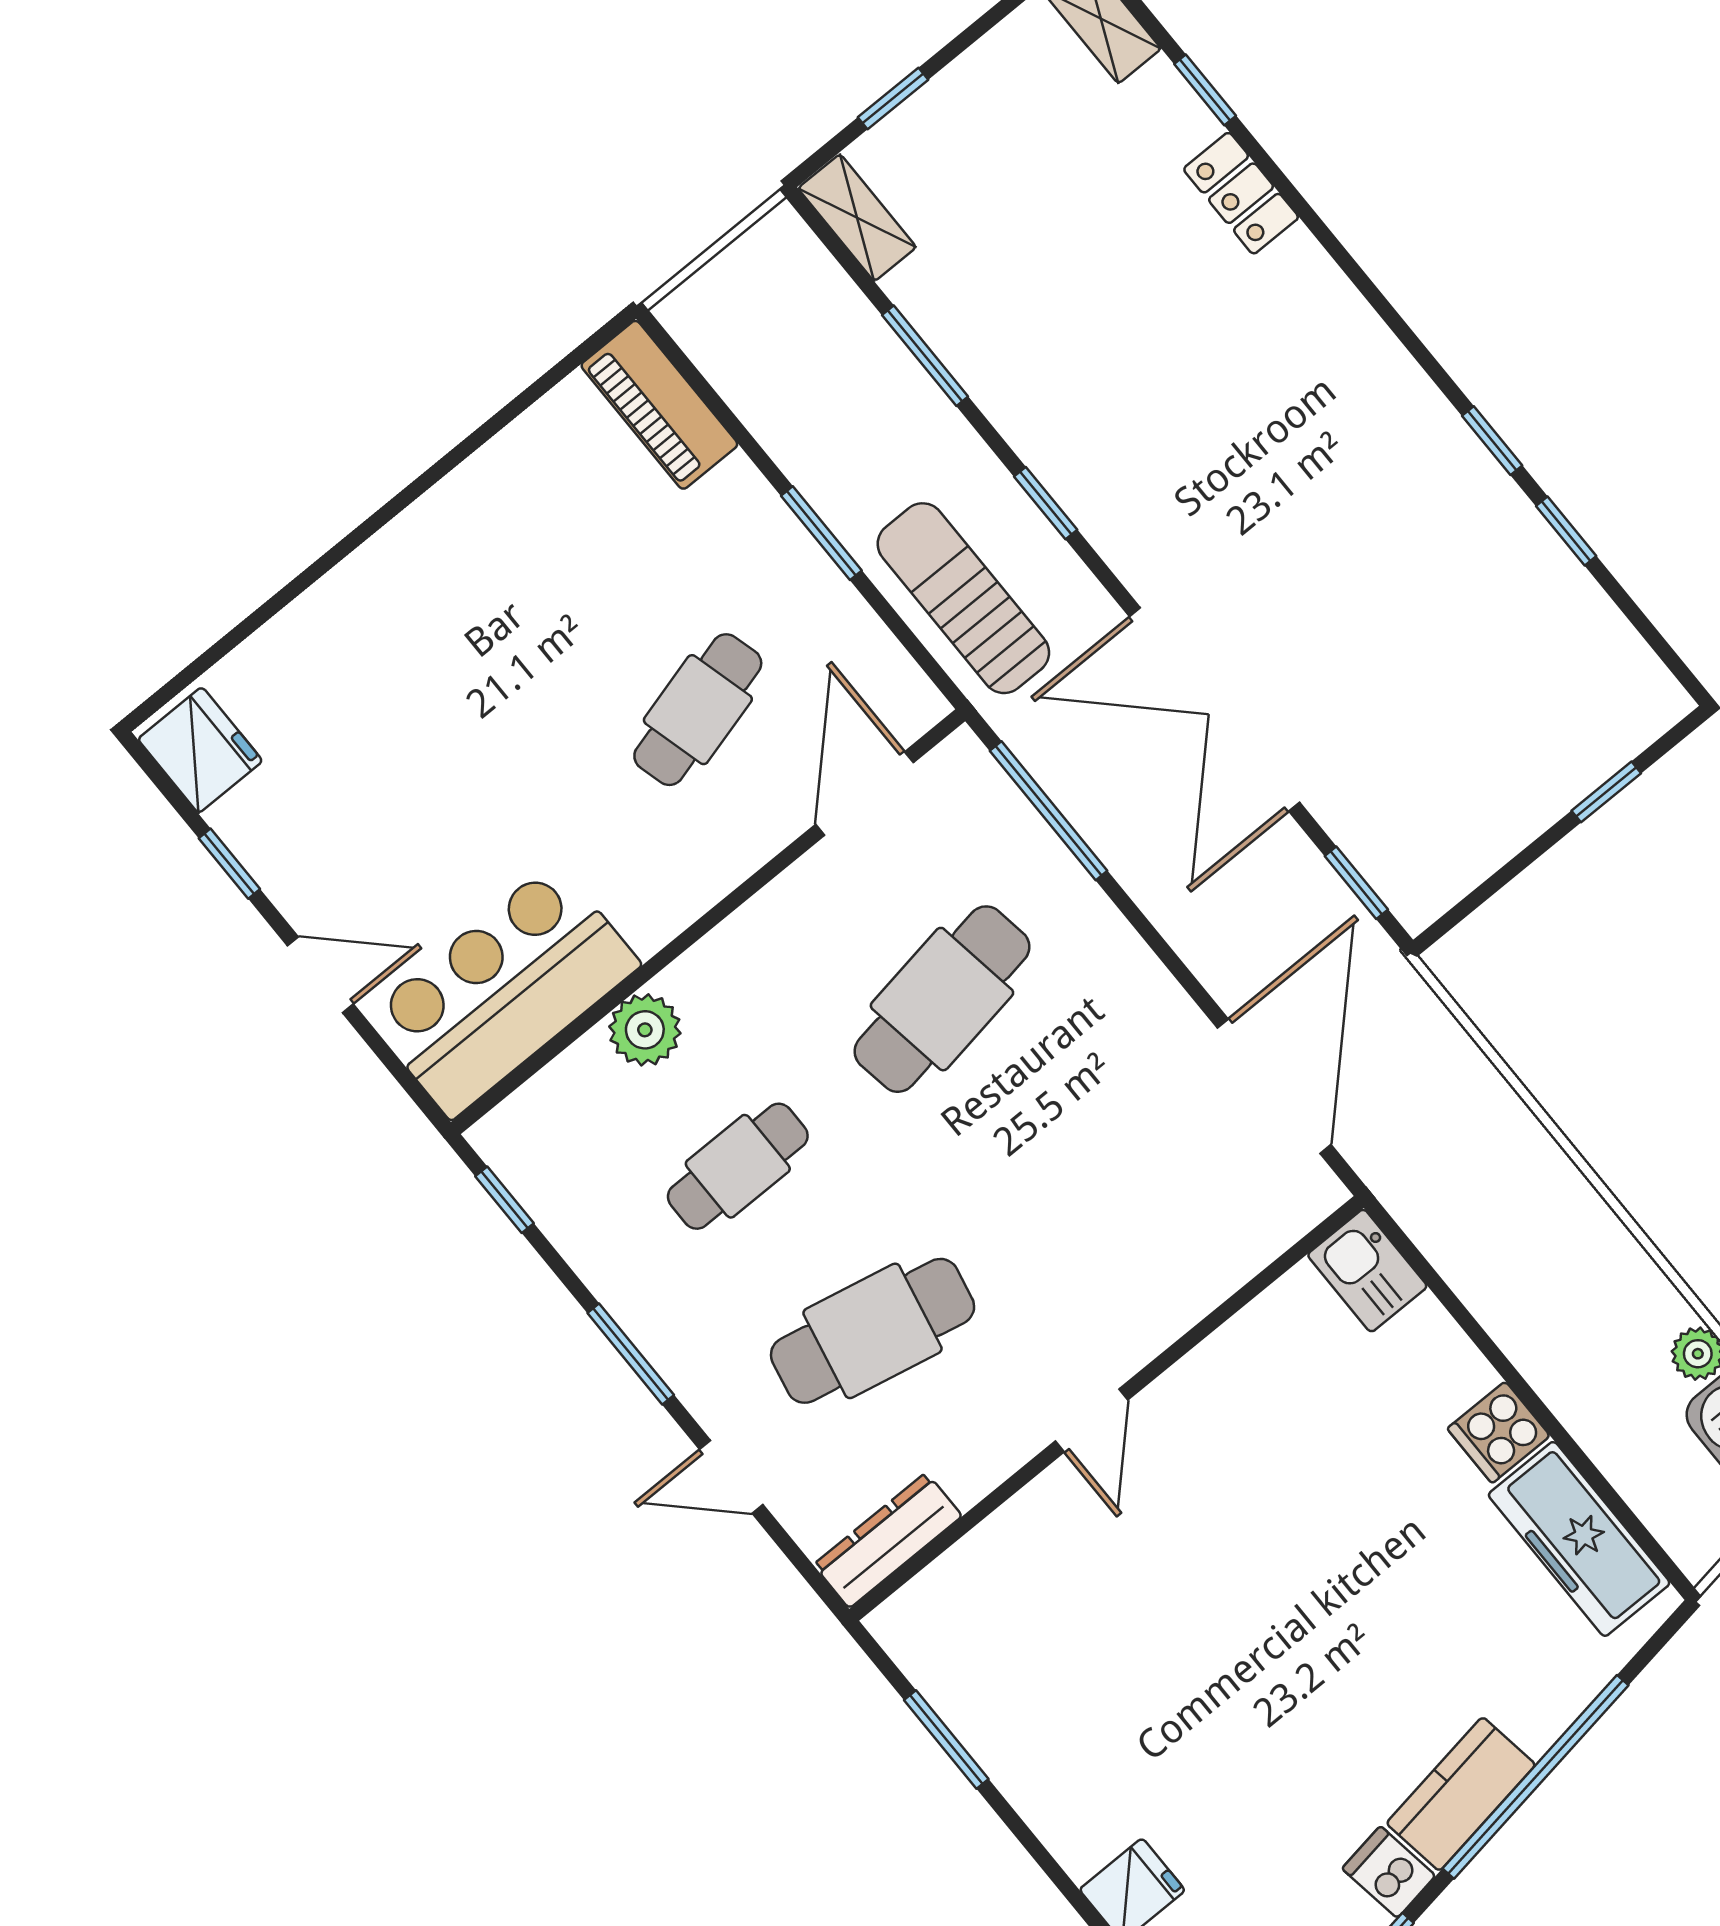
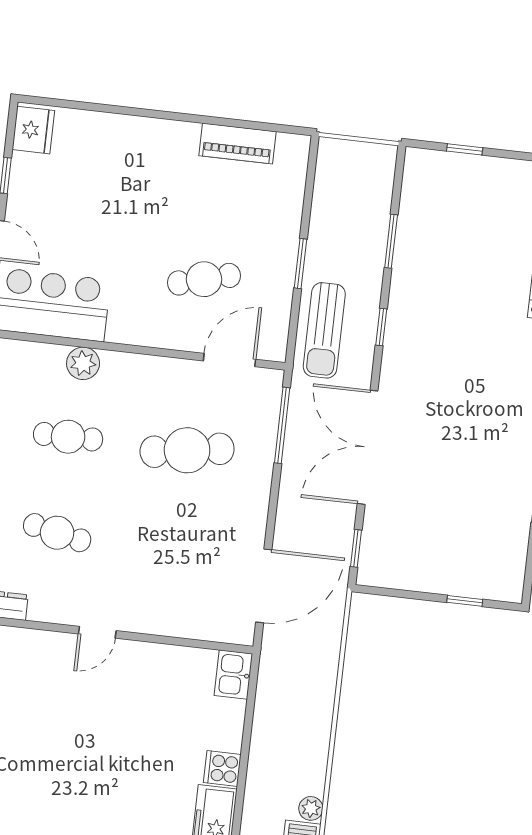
shelving: (857, 218) -> (415, 175), removed
piano: (659, 405) -> (237, 144), moved, turned -90
sun lounger: (963, 598) -> (324, 330), turned 180
cafe table: (873, 1331) -> (57, 533), width x0.73, depth x0.74

